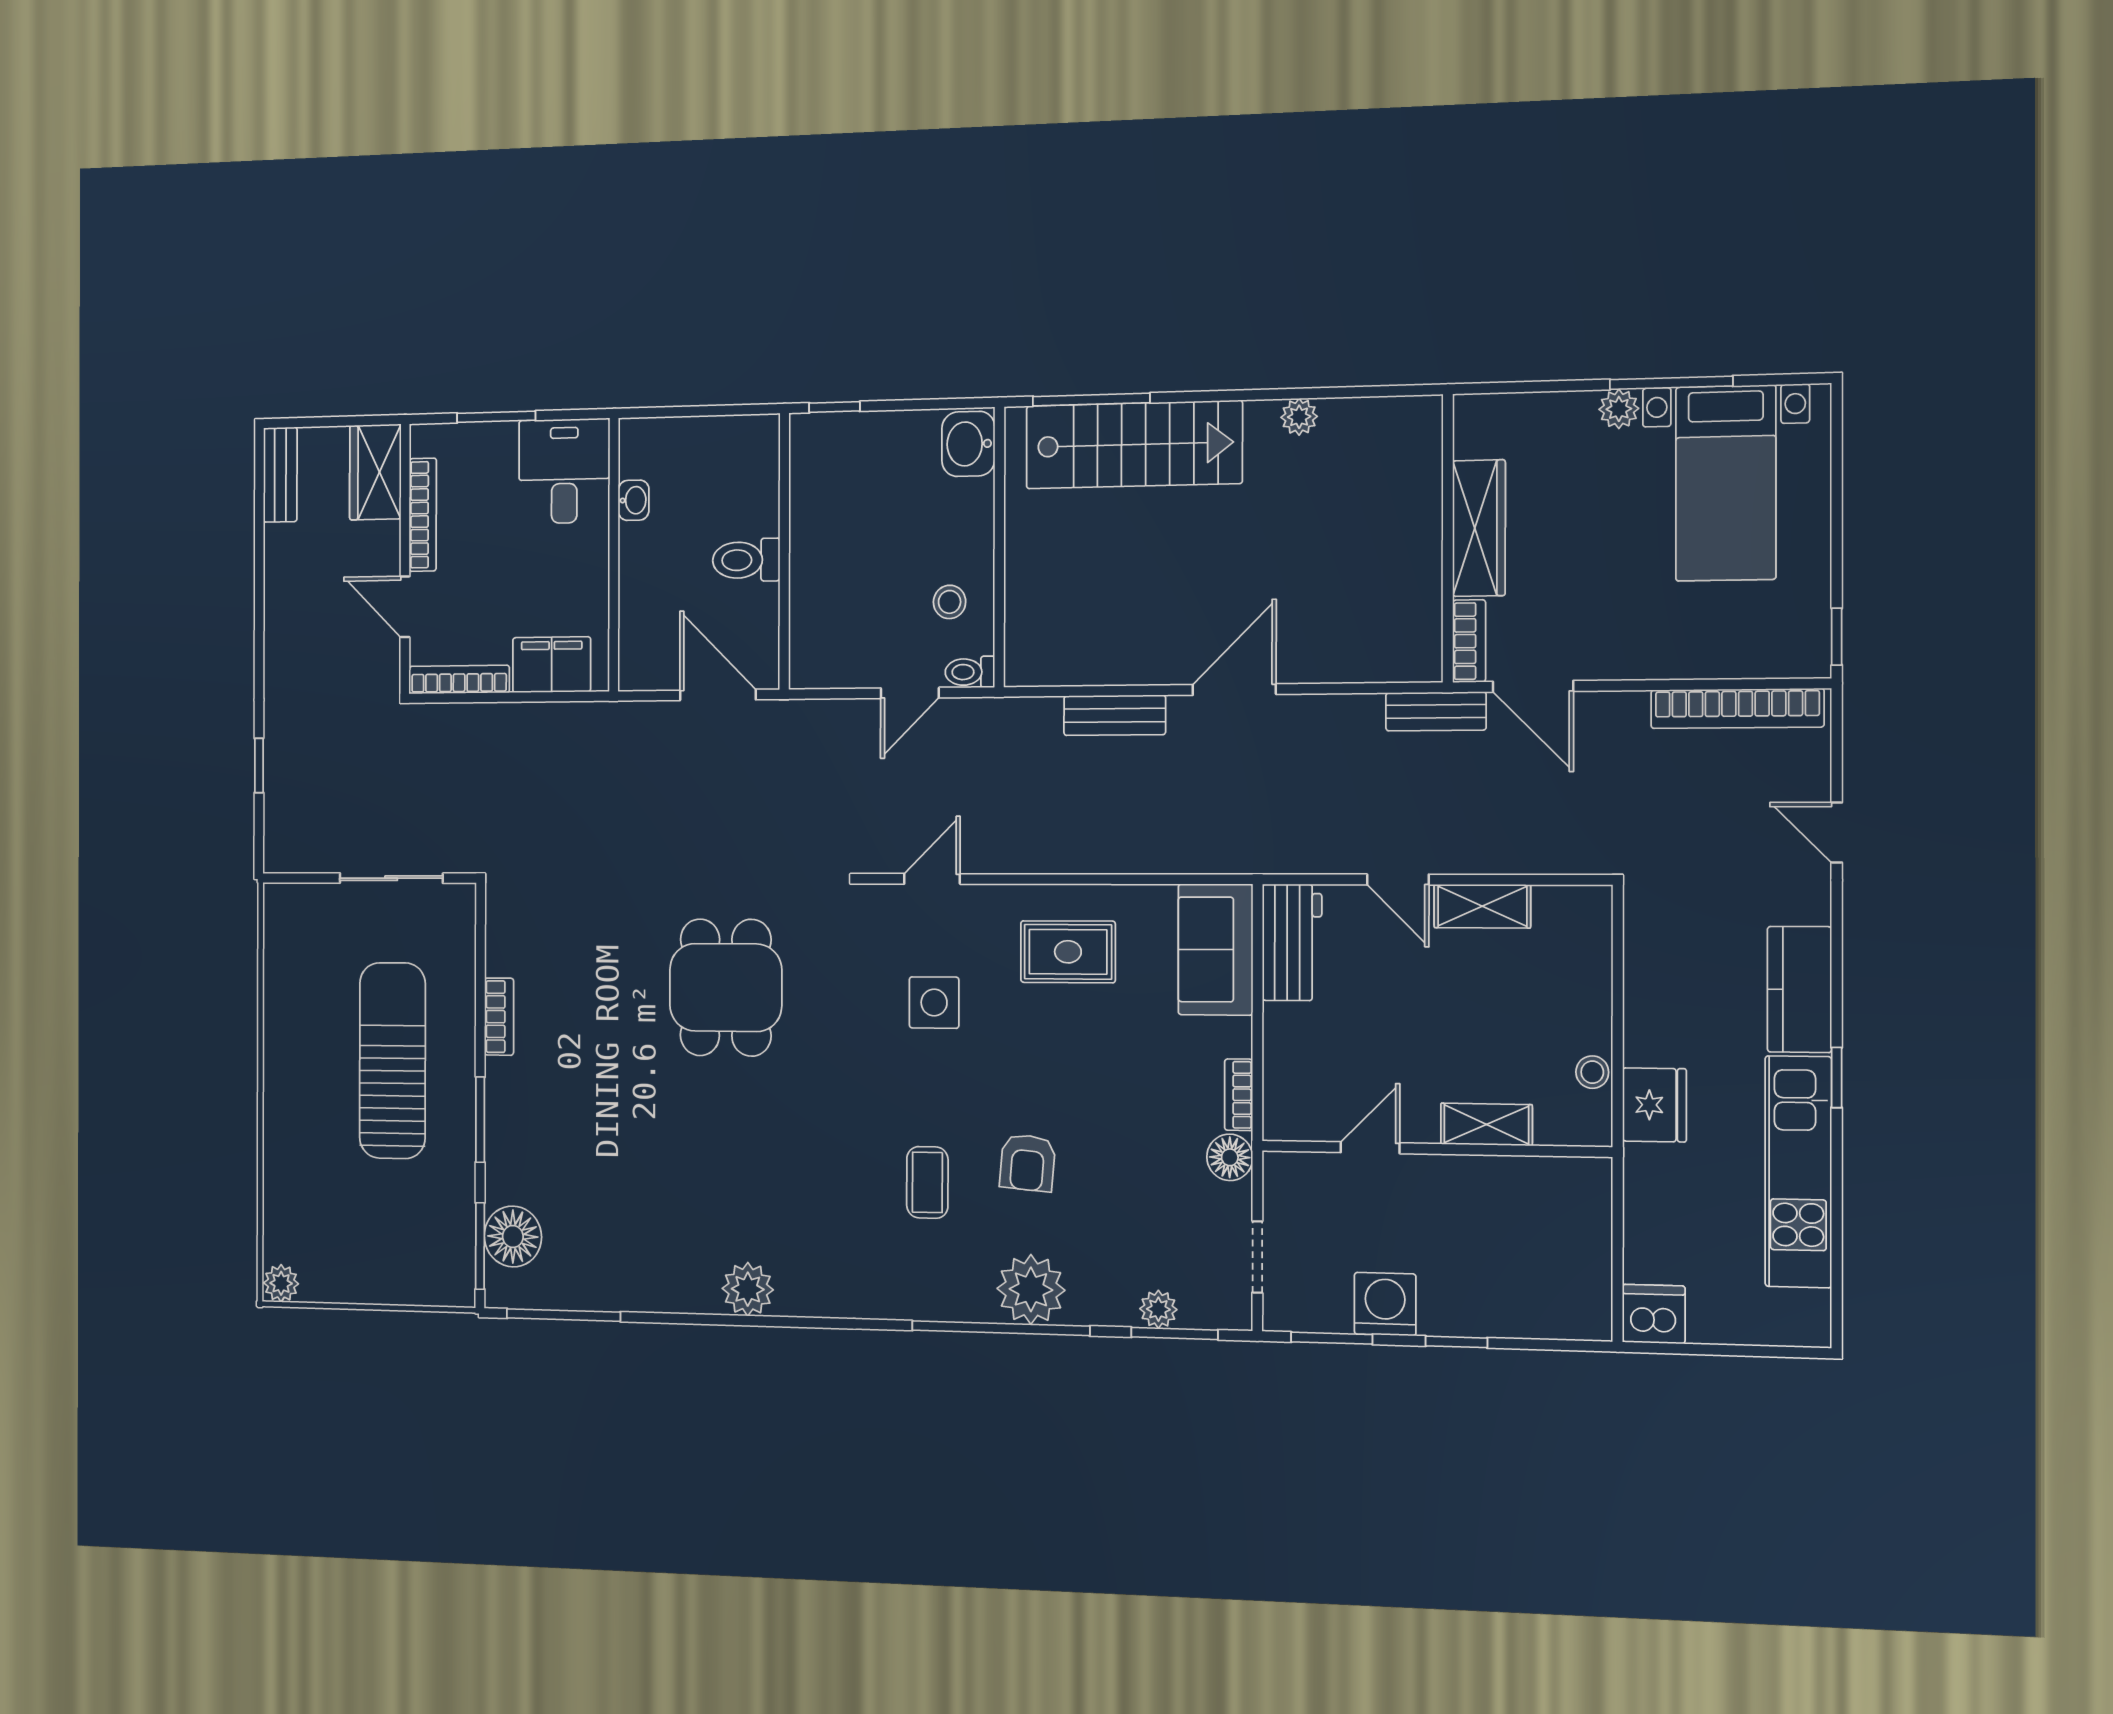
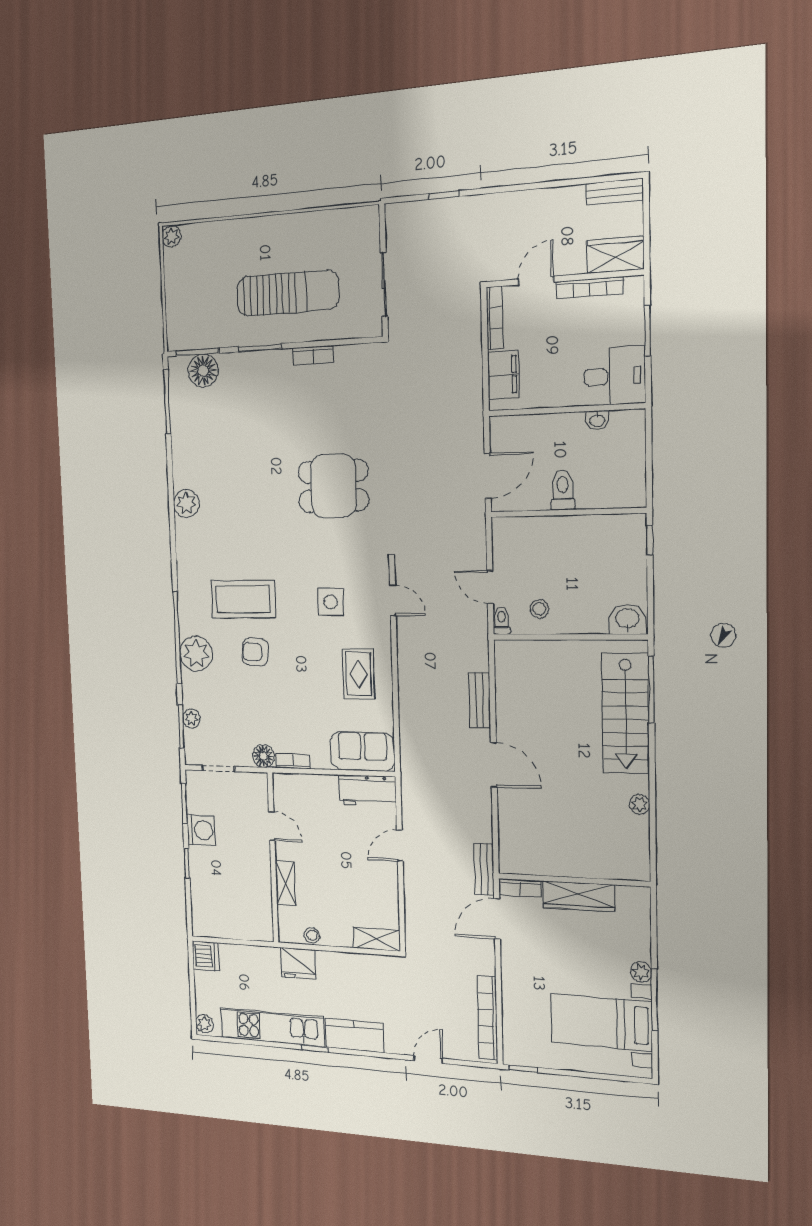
shelving: (1482, 906) -> (377, 939), moved, turned 90
coffee table: (927, 1182) -> (243, 599), width x1.86, depth x1.72
plant: (1805, 1327) -> (204, 1024), added

